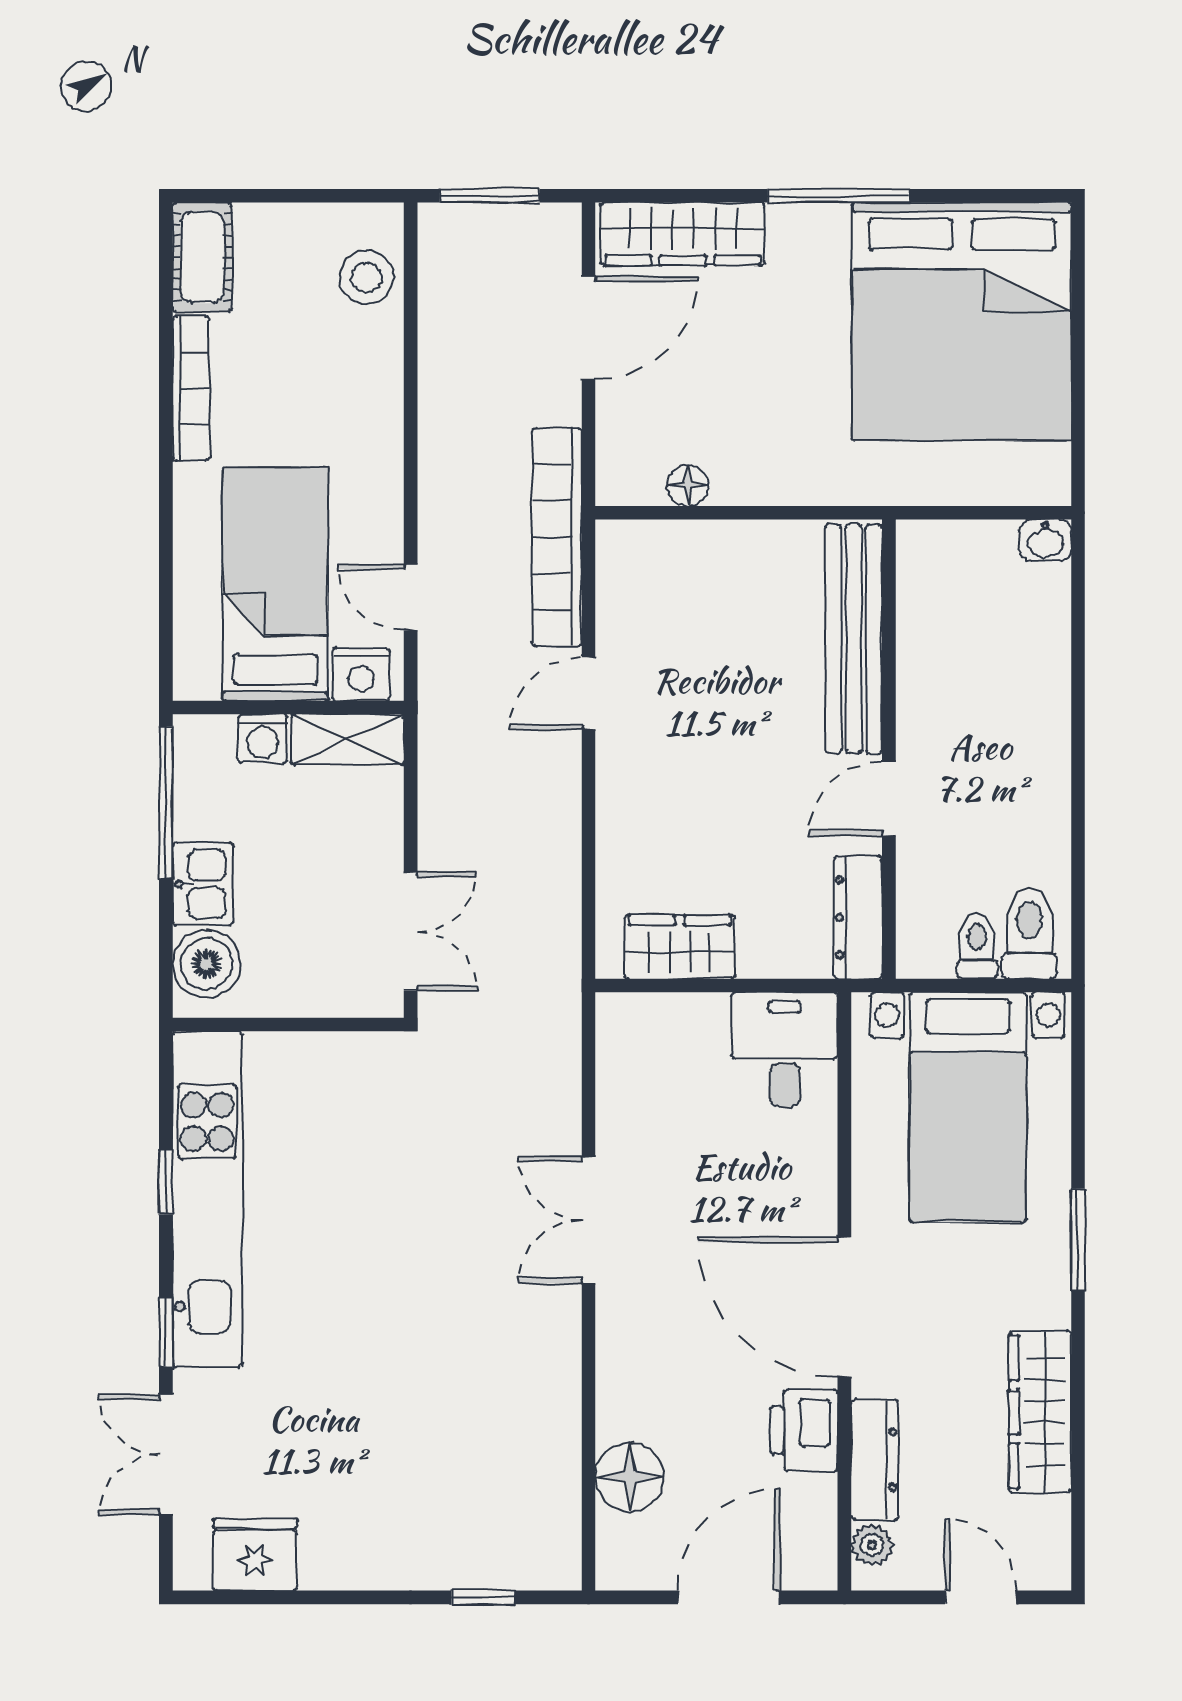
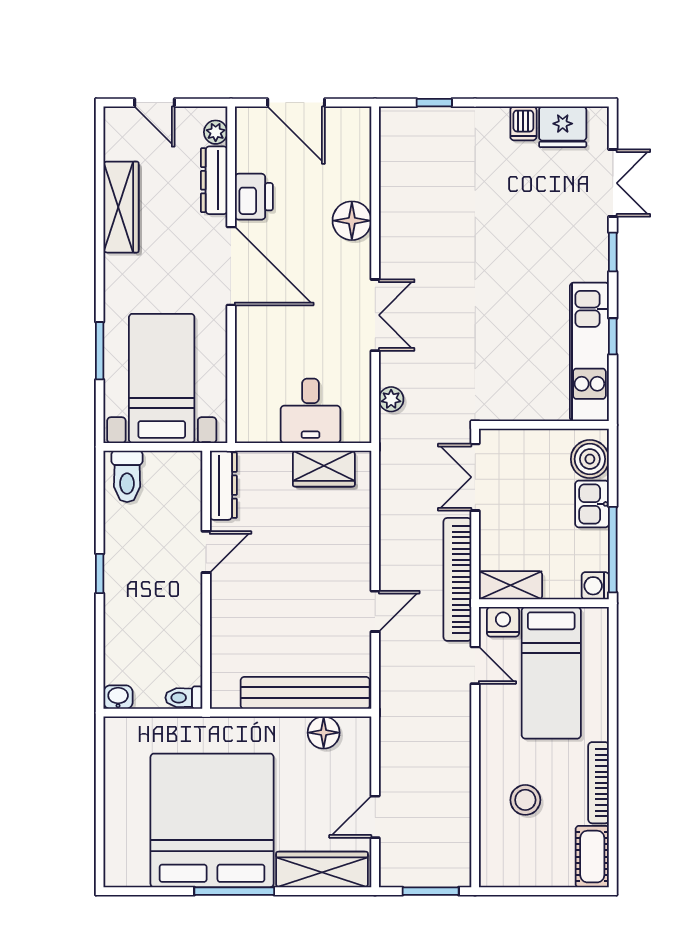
stool: (366, 277) -> (525, 800), moved
bed: (962, 321) -> (212, 820), moved
door: (589, 328) -> (375, 817), width x0.73
floor lamp: (688, 485) -> (324, 733), width x1.37, depth x1.37
bookcase: (557, 537) -> (457, 579), moved, turned 180
bench: (854, 639) -> (305, 693), moved, turned 90
washing machine: (263, 738) -> (595, 586), moved, turned -90
window: (1078, 760) -> (100, 573), added
toilet: (977, 946) -> (184, 698), moved, turned 90
desk: (785, 1049) -> (311, 411), moved
plant: (560, 1070) -> (391, 399), added
kitchen unit: (207, 1199) -> (589, 352), width x0.73
window: (1078, 1240) -> (100, 351), moved
floor lamp: (630, 1477) -> (352, 221), moved
dishwasher: (325, 1561) -> (523, 123), added
door: (729, 1597) -> (296, 103), hinge flipped

